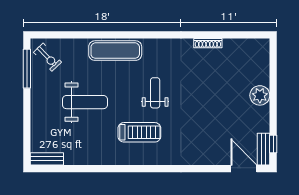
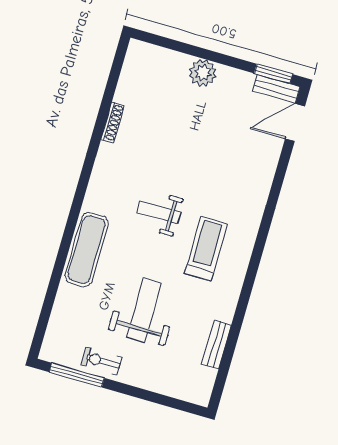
exercise bike: (48, 57) -> (102, 361), moved, turned -136
window: (273, 144) -> (273, 74), width x1.50
bench: (47, 159) -> (217, 345), moved

